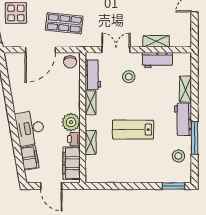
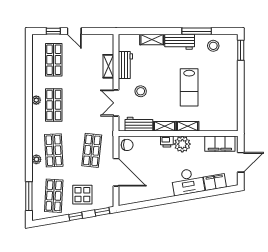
printer: (74, 139) -> (167, 142), moved
shelving: (91, 142) -> (188, 126), moved

